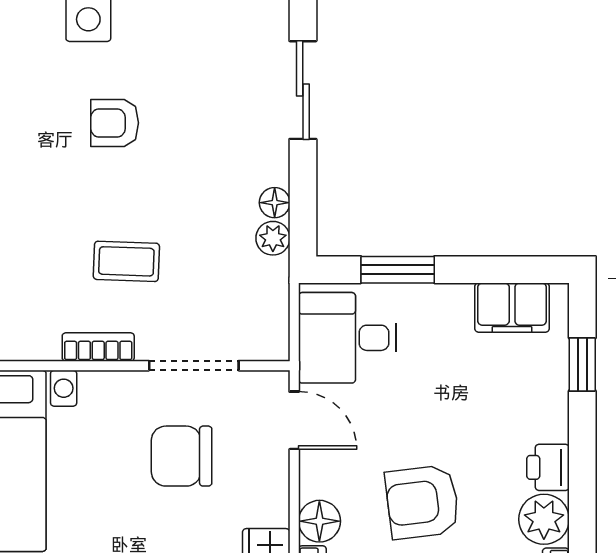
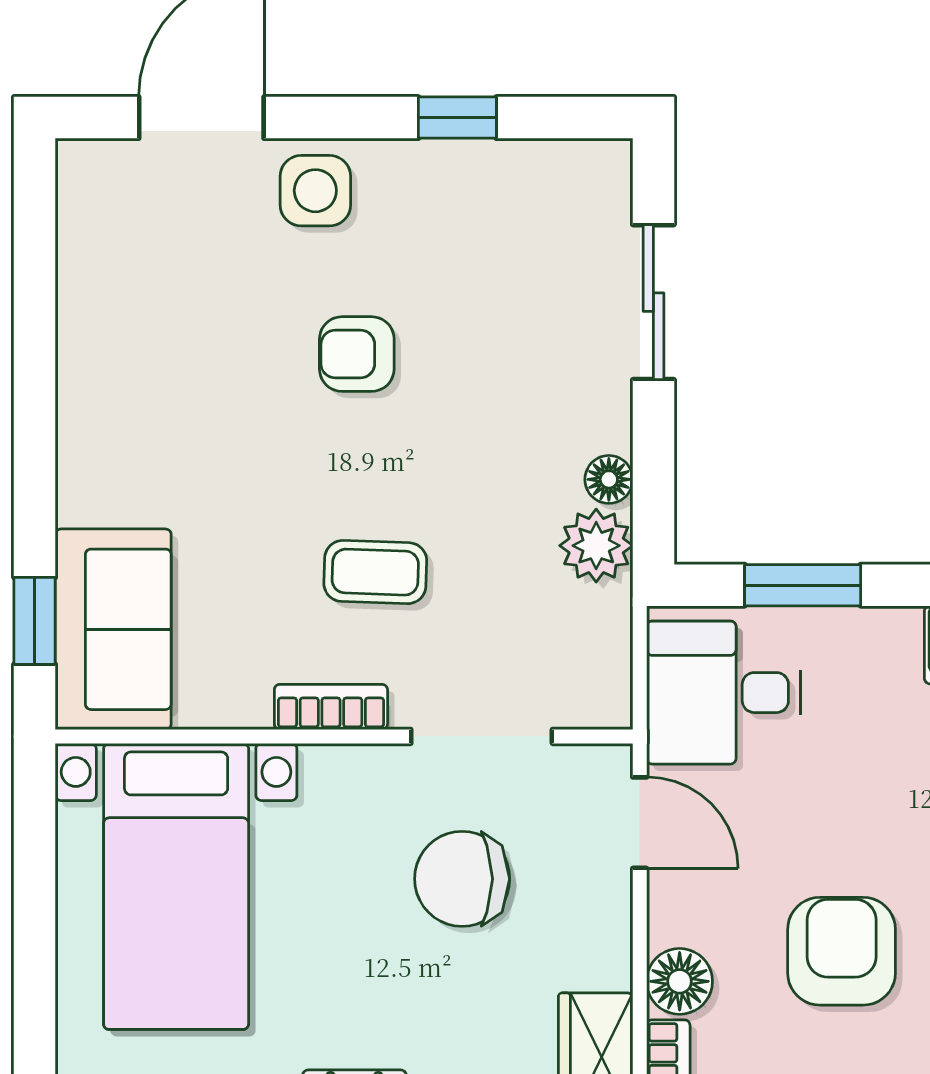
plant: (273, 238) -> (596, 546), width x1.38, depth x1.38
armchair: (422, 502) -> (842, 951), turned 97

